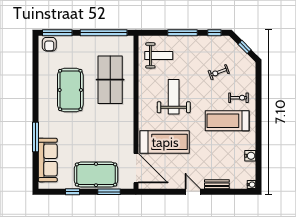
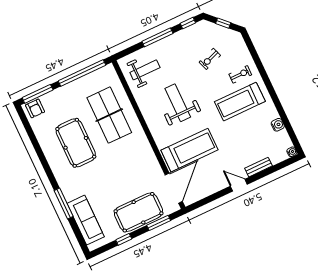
door: (136, 168) -> (174, 188), hinge flipped

